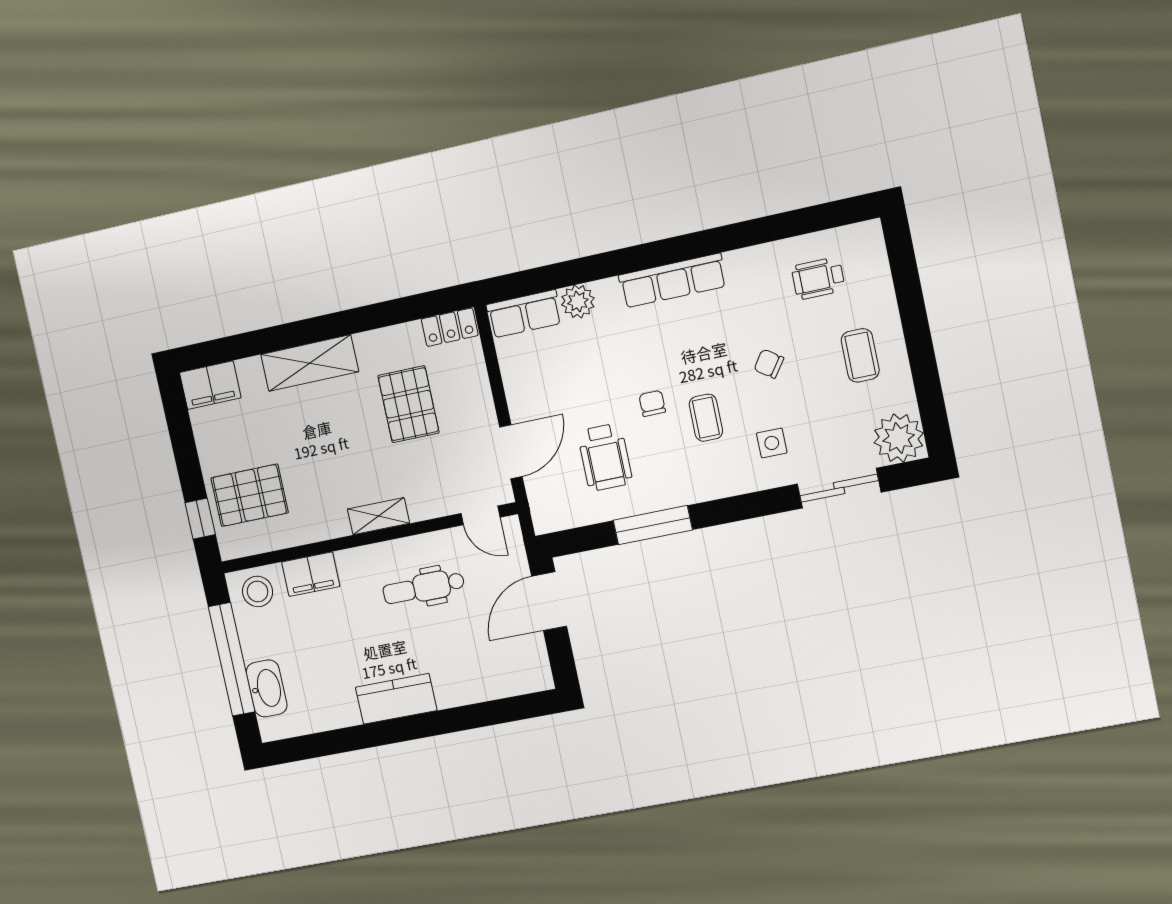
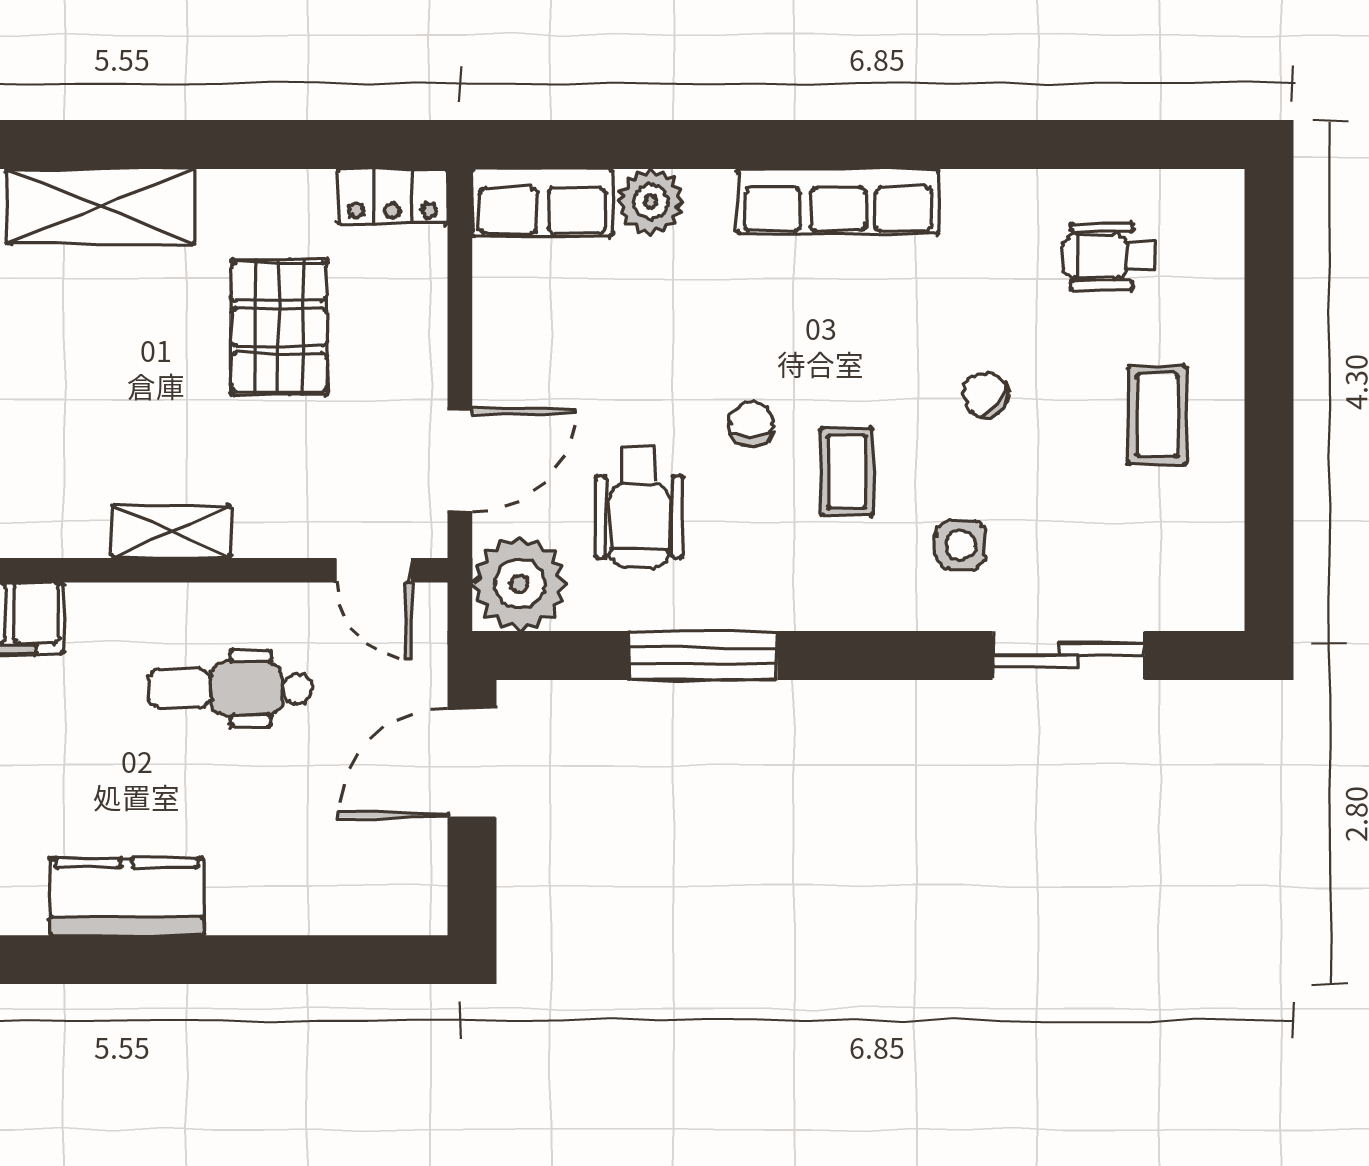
plant: (899, 438) -> (519, 584), moved

